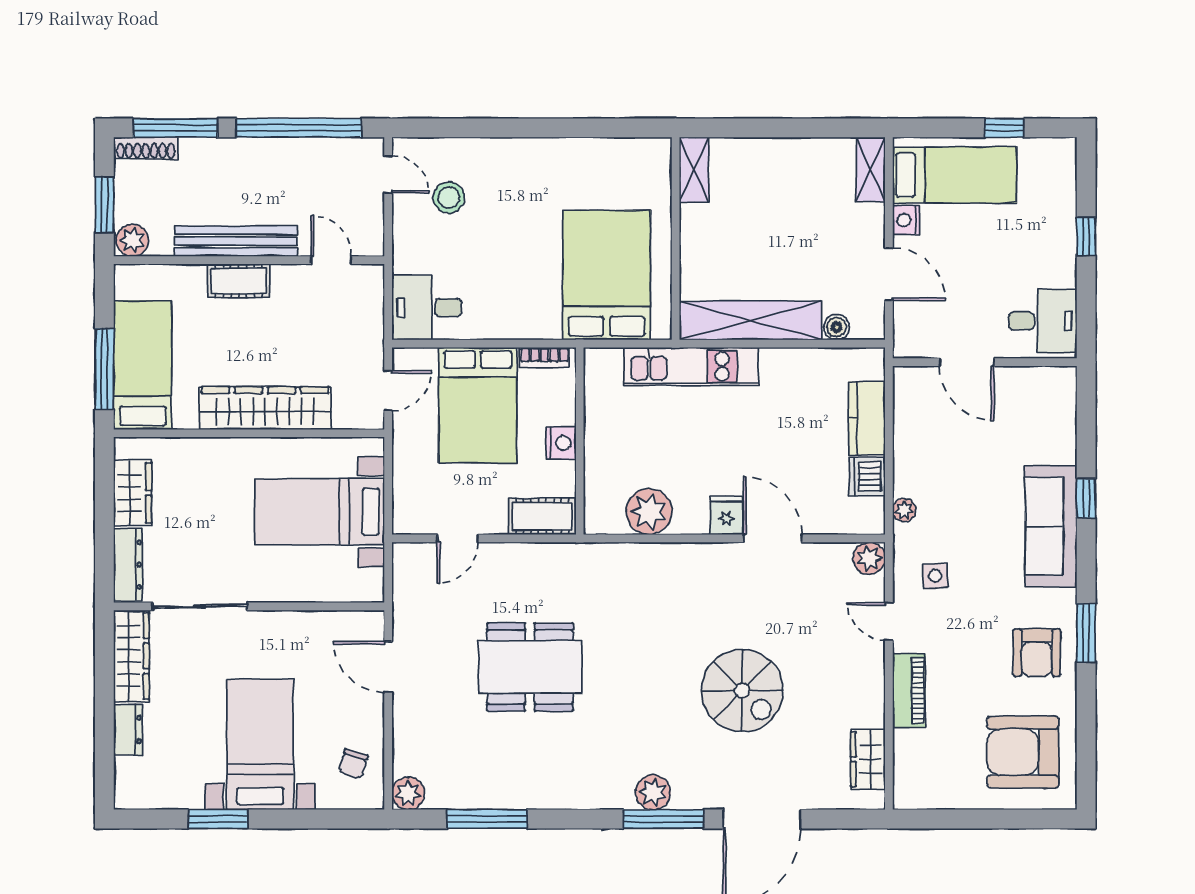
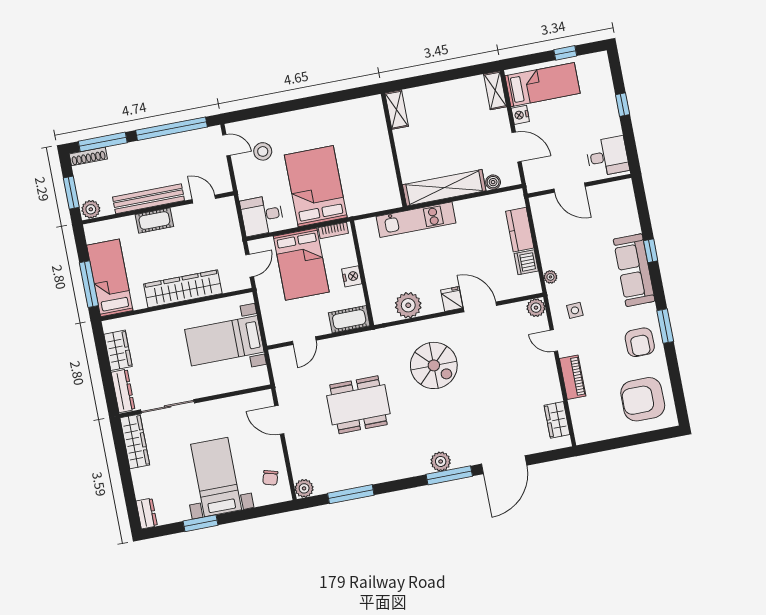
bed: (607, 275) -> (316, 186), moved
spiral stairs: (742, 691) -> (434, 365), moved
dresser: (128, 730) -> (147, 513), moved

